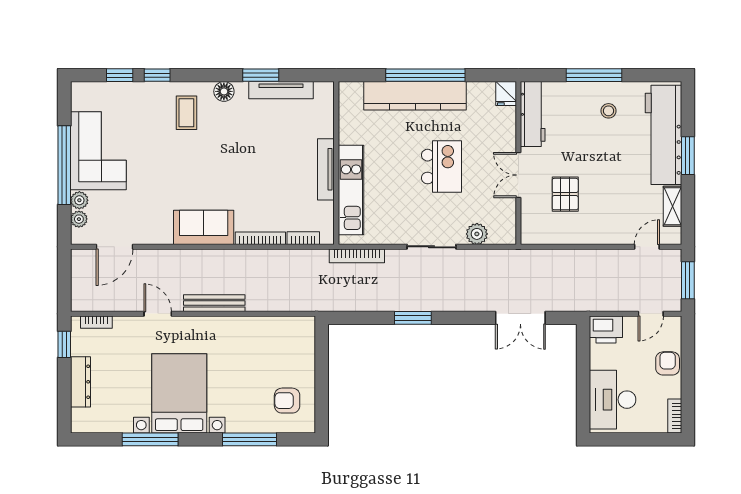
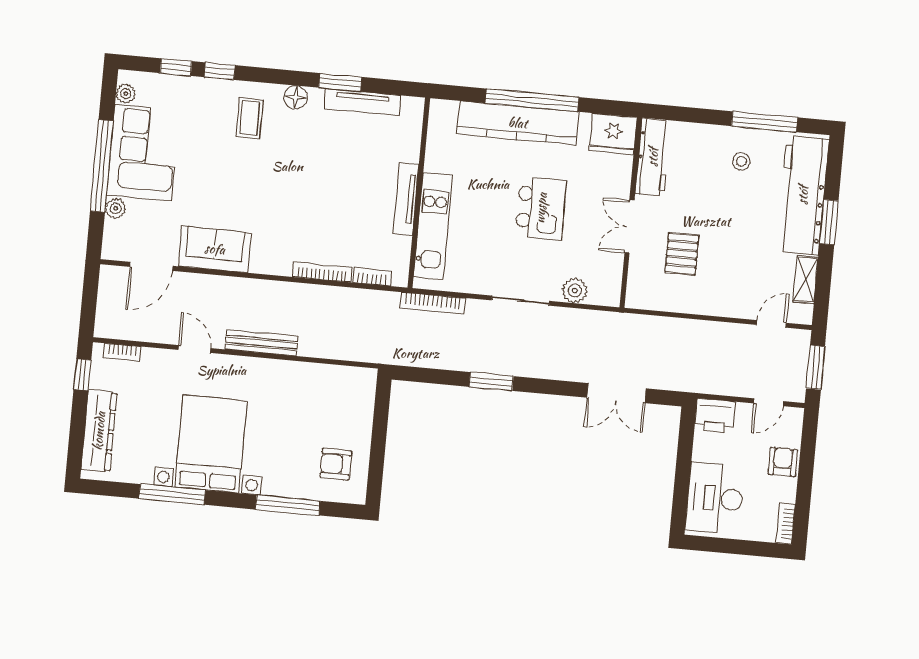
window: (594, 75) -> (764, 122), moved
fridge: (506, 94) -> (613, 134), width x1.88, depth x1.34
plant: (79, 219) -> (126, 94), moved
sofa: (204, 227) -> (215, 249), moved
dresser: (80, 382) -> (99, 431), width x1.37, depth x1.24

